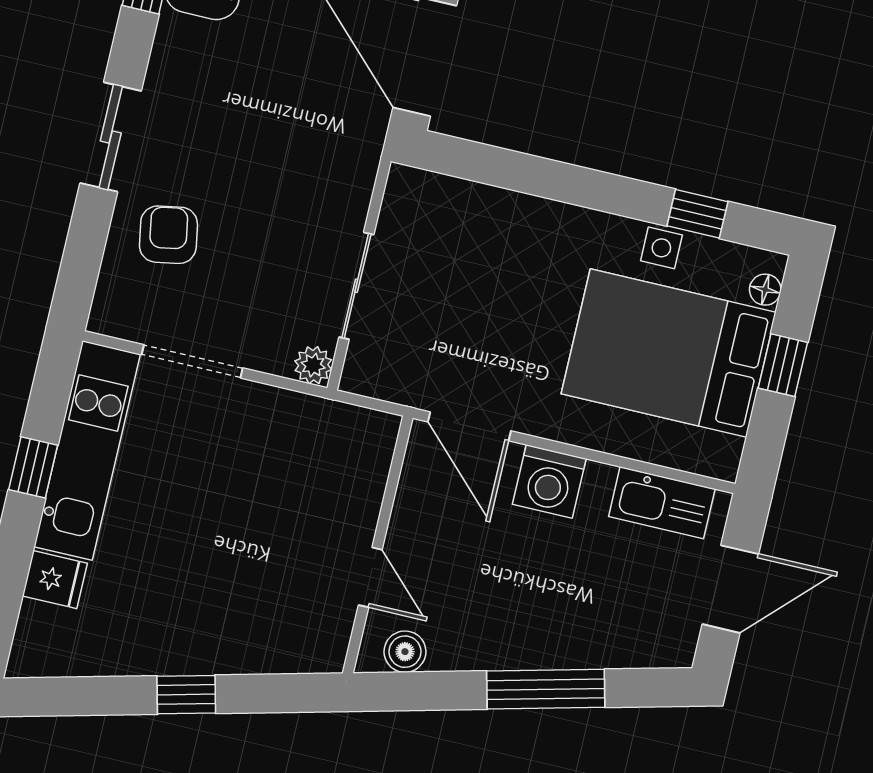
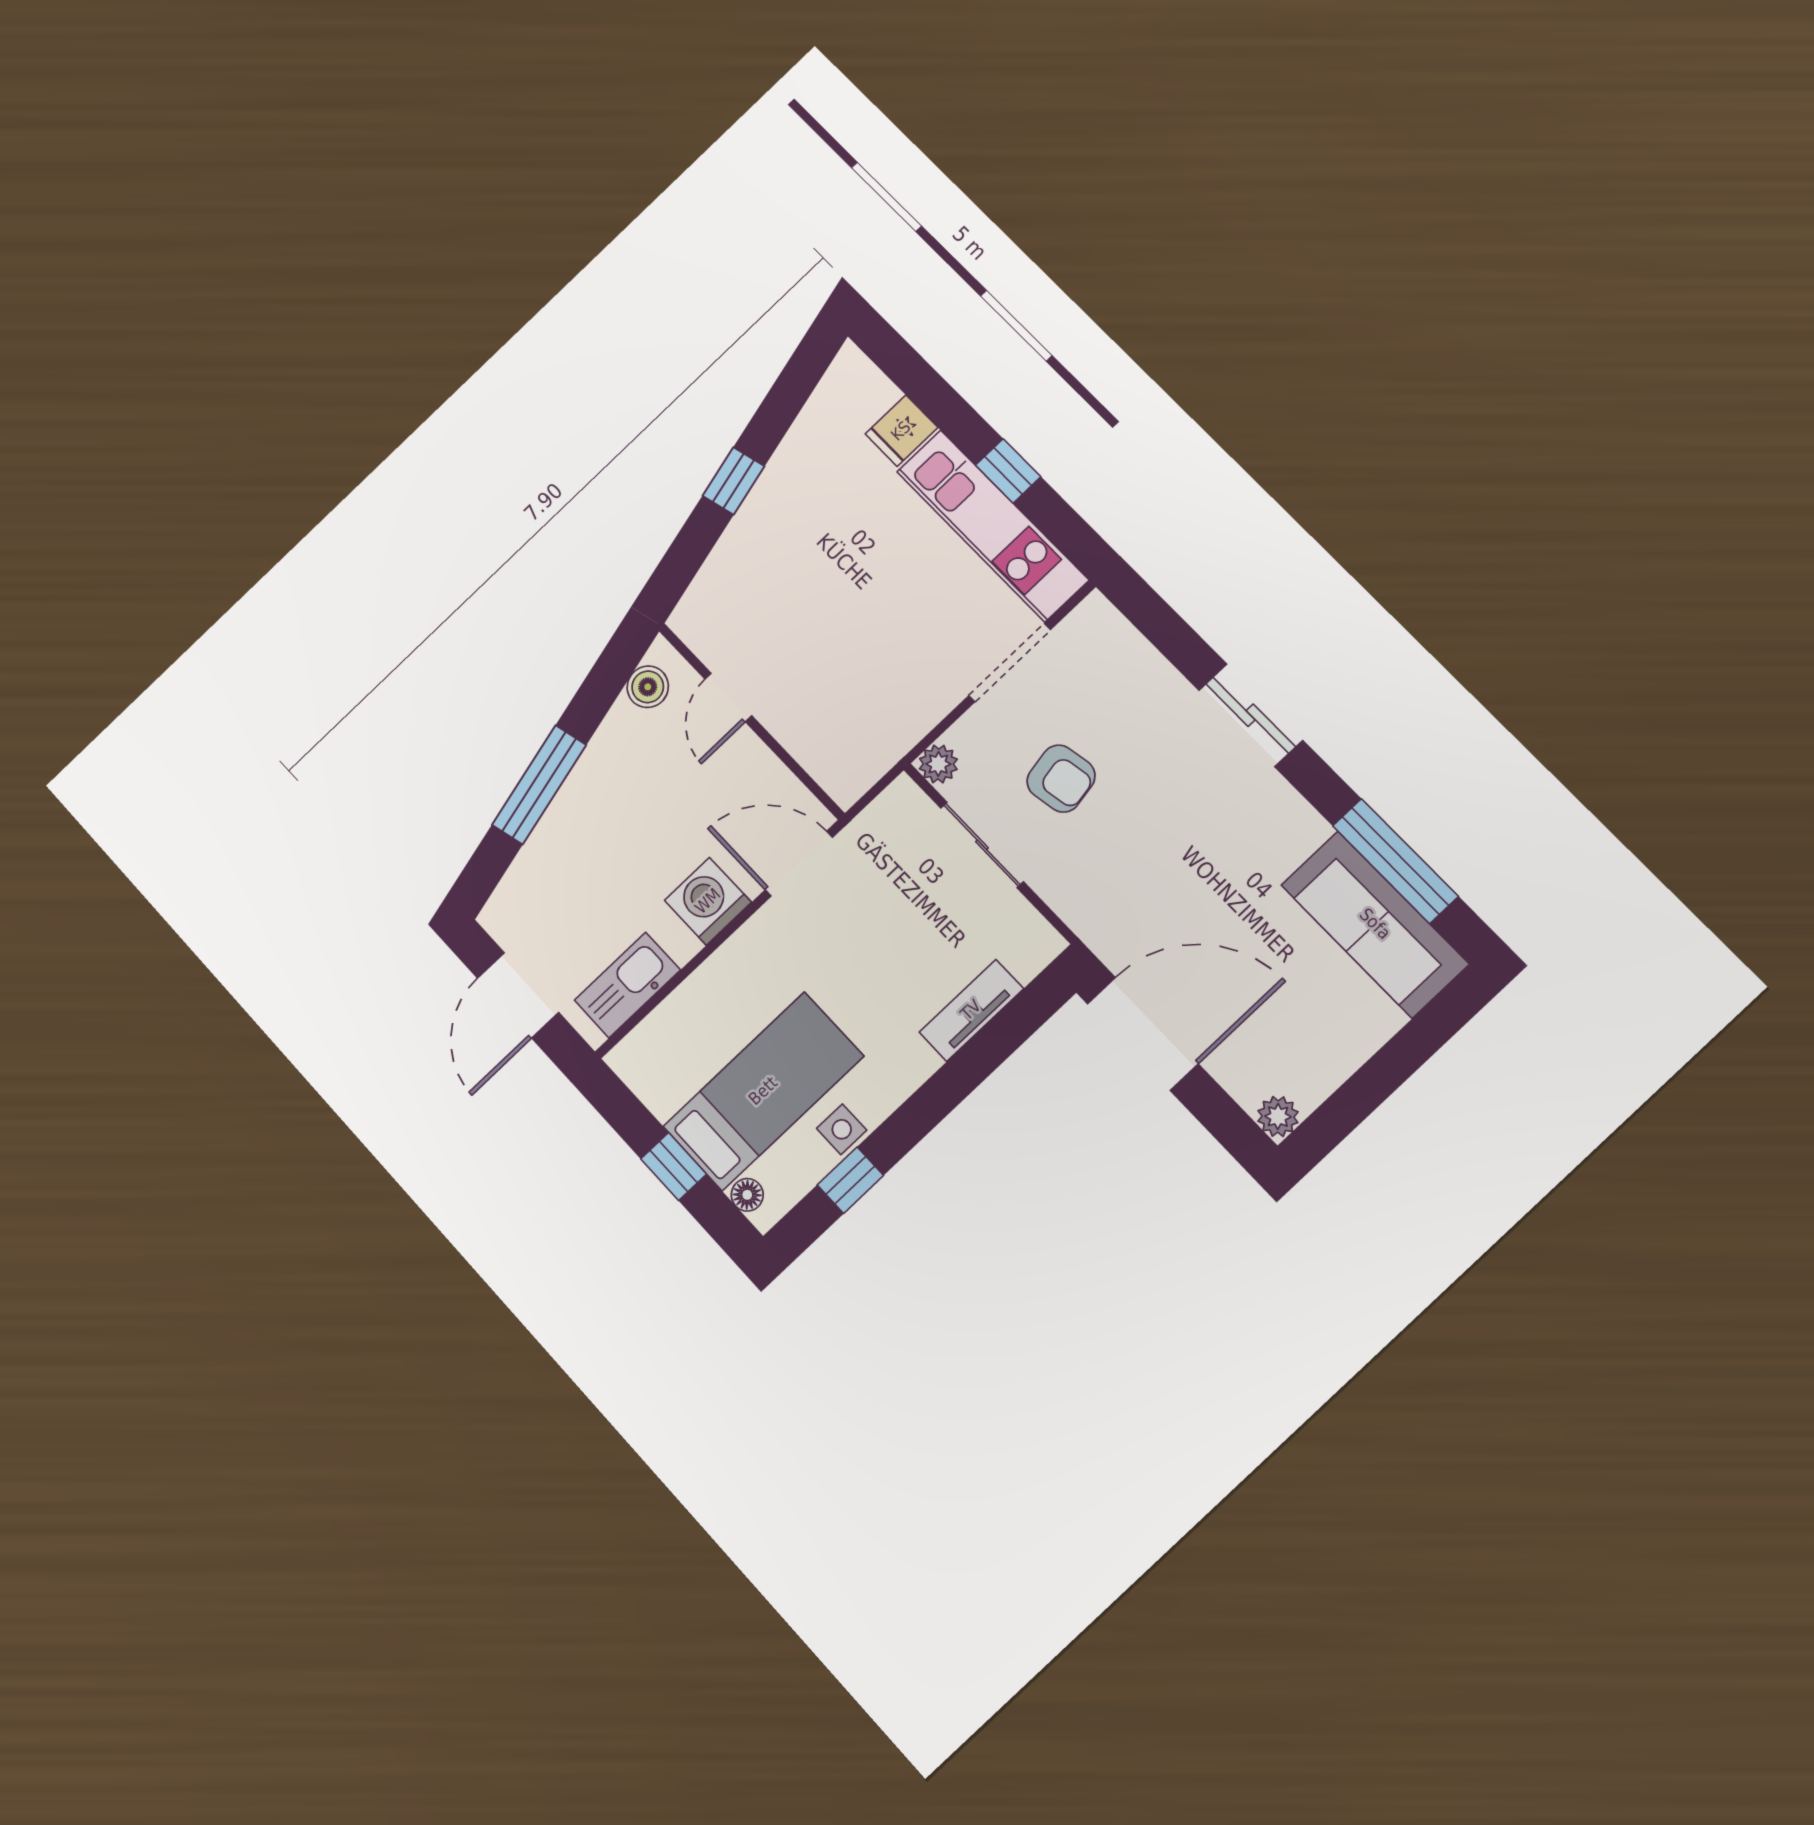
tv unit: (496, 206) -> (971, 1010), added
armchair: (168, 235) -> (1061, 779), moved
bed: (669, 353) -> (763, 1091), width x0.67
door: (370, 577) -> (728, 697), hinge flipped

